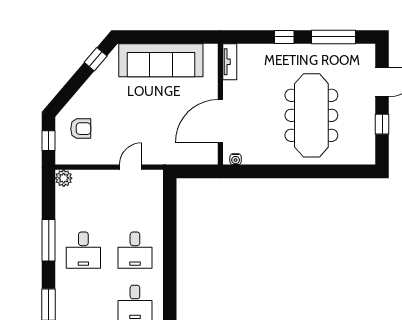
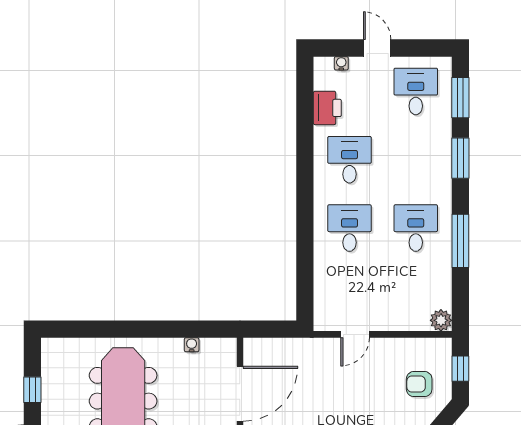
water cooler: (236, 159) -> (192, 345), moved

